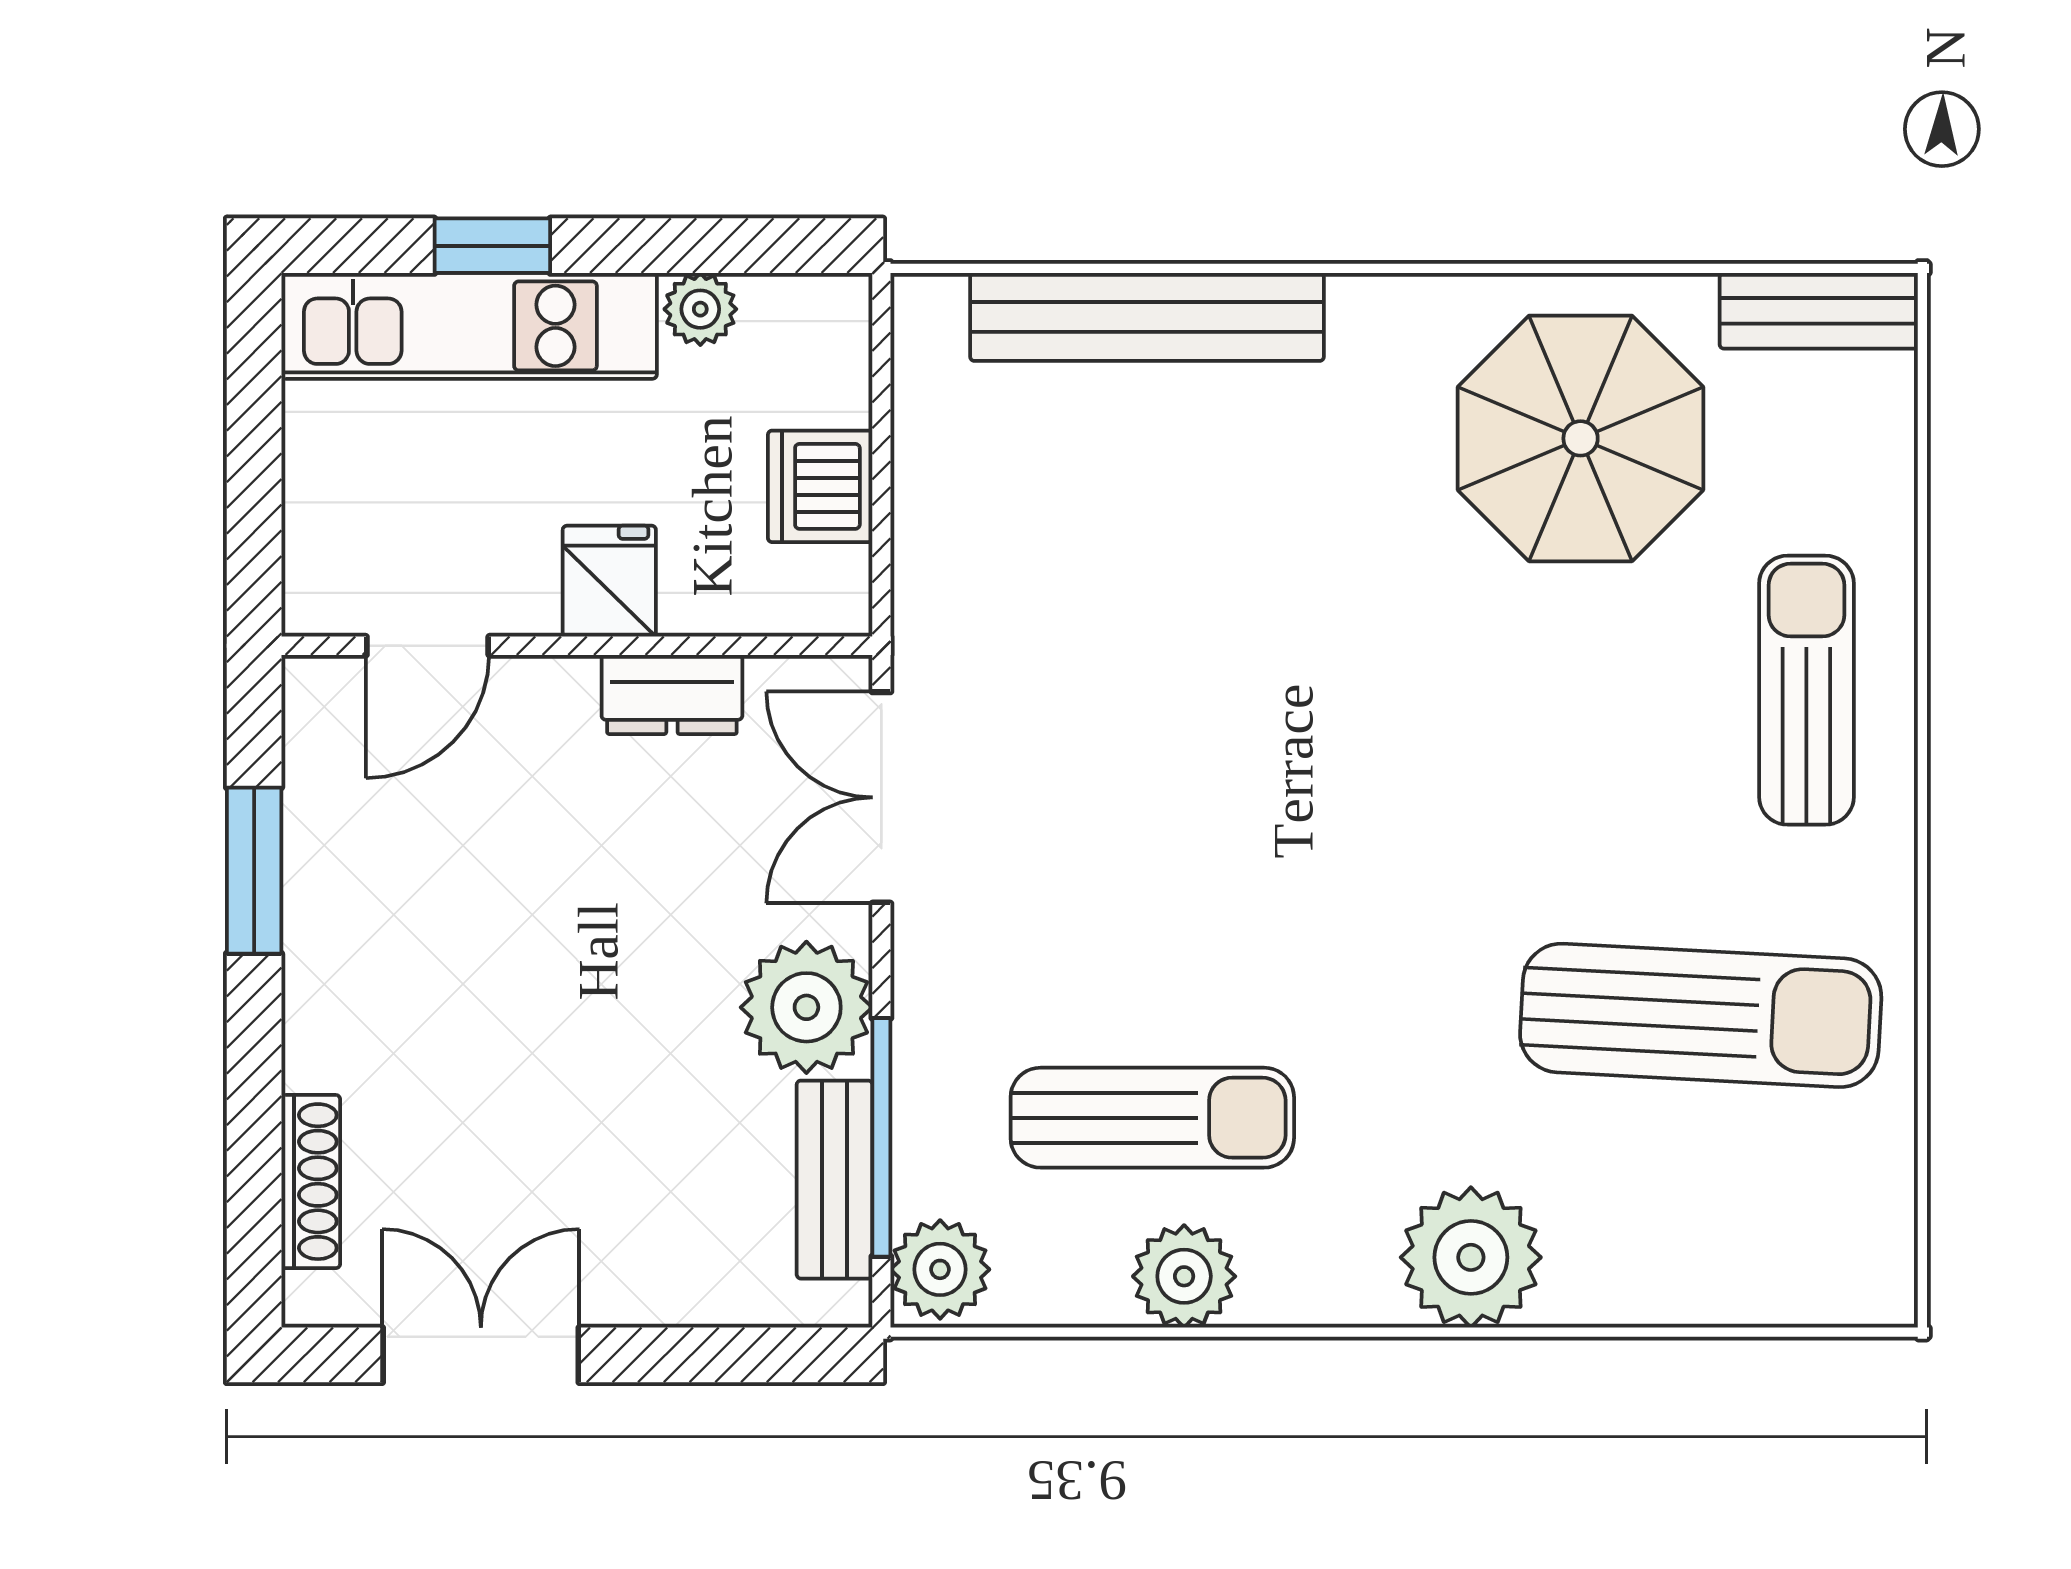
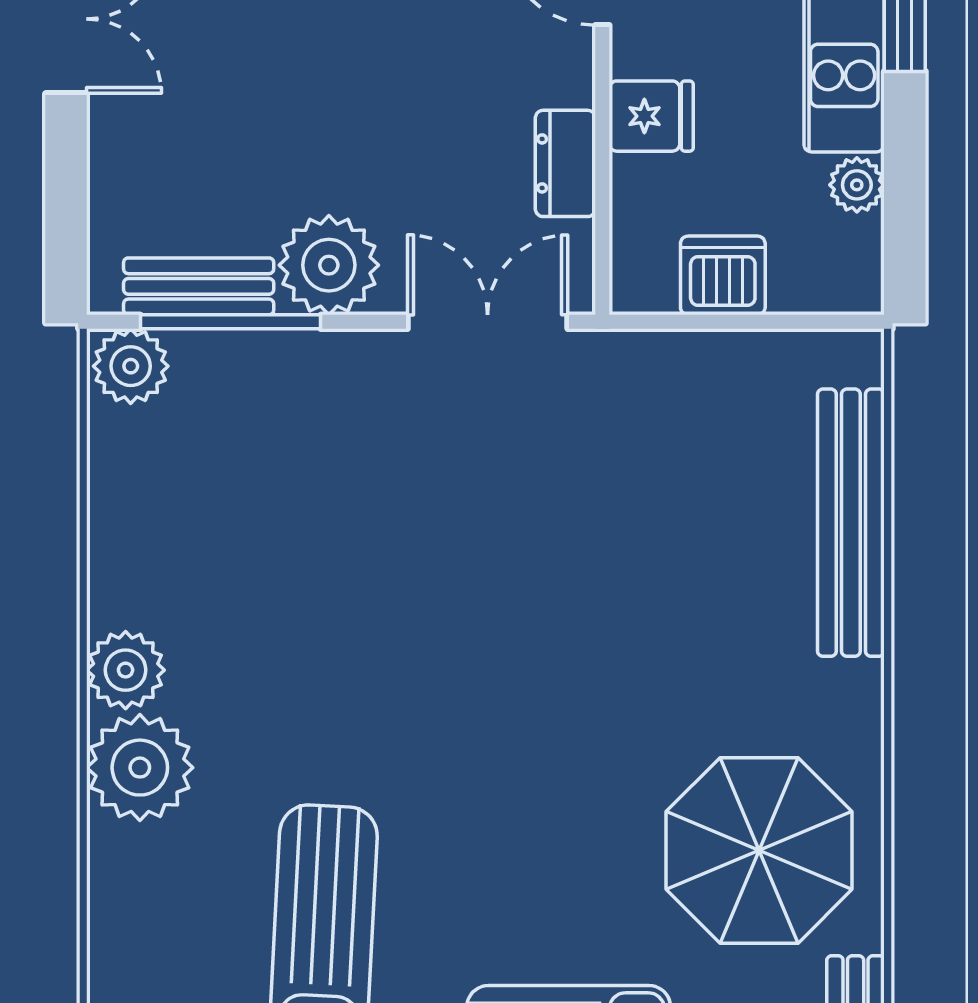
sun lounger: (1152, 1118) -> (245, 527), removed
plant: (1184, 1276) -> (126, 670), moved

